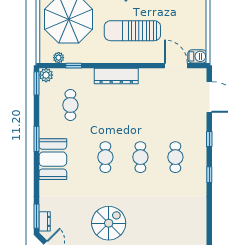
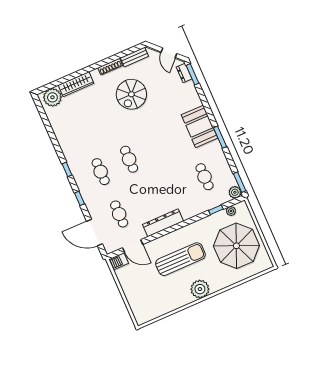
dresser: (116, 76) -> (163, 223), moved
cafe table: (105, 157) -> (119, 214), moved

